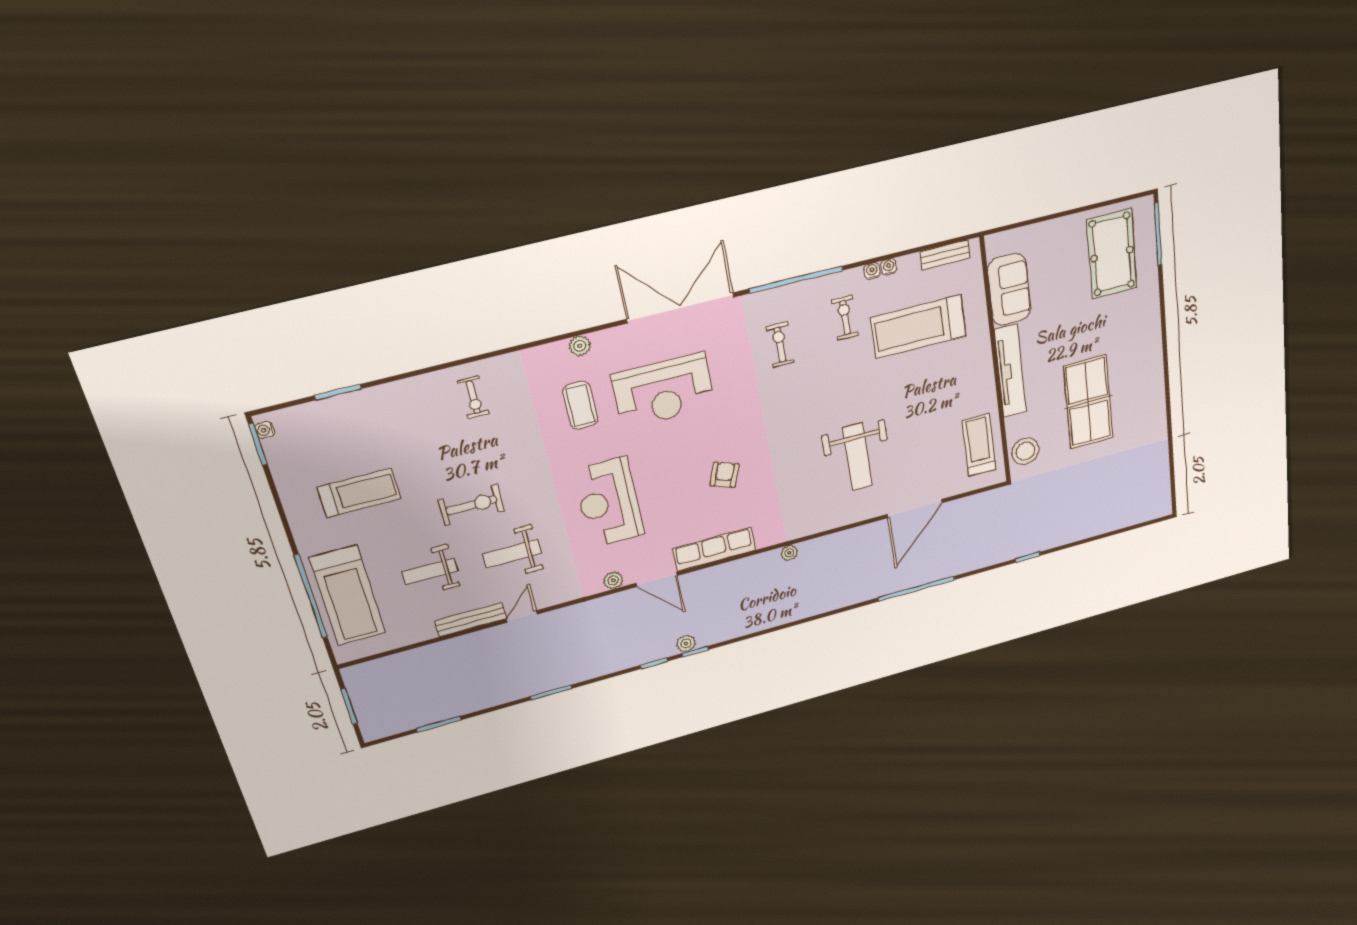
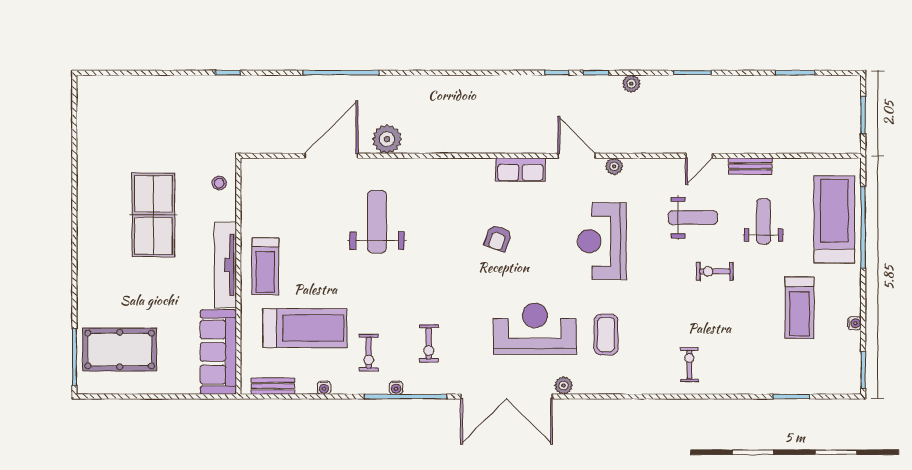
pool table: (1112, 254) -> (120, 350), turned 90
water cooler: (872, 271) -> (396, 388), moved
sofa: (1009, 290) -> (218, 352), width x1.36
plant: (580, 346) -> (564, 386), moved
water cooler: (265, 430) -> (854, 323), moved
treadmill: (979, 445) -> (265, 266), moved
stool: (1025, 451) -> (219, 183), width x0.53, depth x0.53
treadmill: (359, 493) -> (800, 308), turned -90
reception desk: (609, 502) -> (602, 241), turned 180
exercise bike: (471, 505) -> (715, 271), width x0.73, depth x0.72
row of seats: (714, 549) -> (520, 170), width x0.68
plant: (789, 553) -> (387, 139), moved, width x1.88, depth x1.88
weight bench: (430, 571) -> (764, 221), turned -90
bench: (471, 620) -> (750, 166), width x0.73
plant: (686, 644) -> (631, 84), moved

